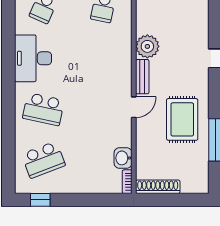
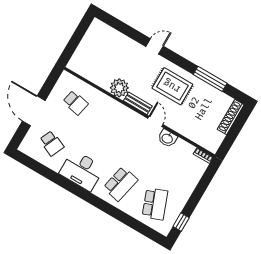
rug: (182, 119) -> (172, 86), moved
washbasin: (123, 158) -> (167, 138), moved
shoe rack: (158, 187) -> (231, 117), moved

